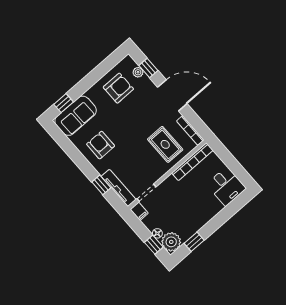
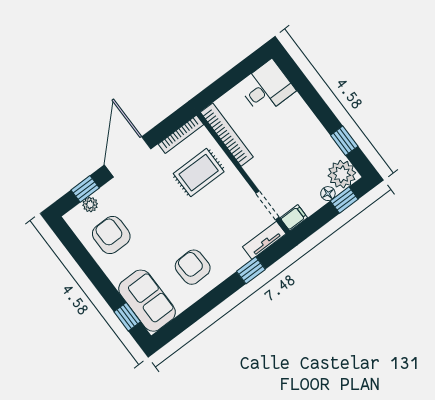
armchair: (101, 145) -> (193, 267), turned 88
tv unit: (119, 188) -> (264, 240), width x0.71

